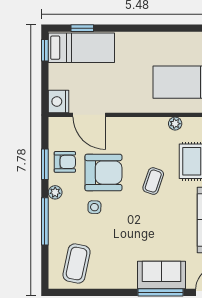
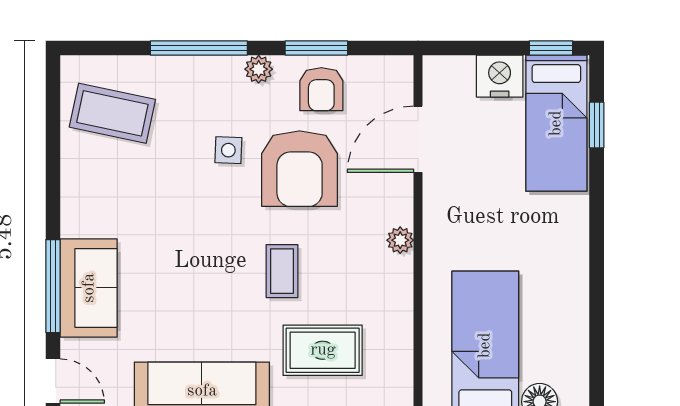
nightstand: (58, 101) -> (500, 76), moved
plant: (175, 124) -> (400, 240), moved
coffee table: (153, 181) -> (282, 271), turned 71

